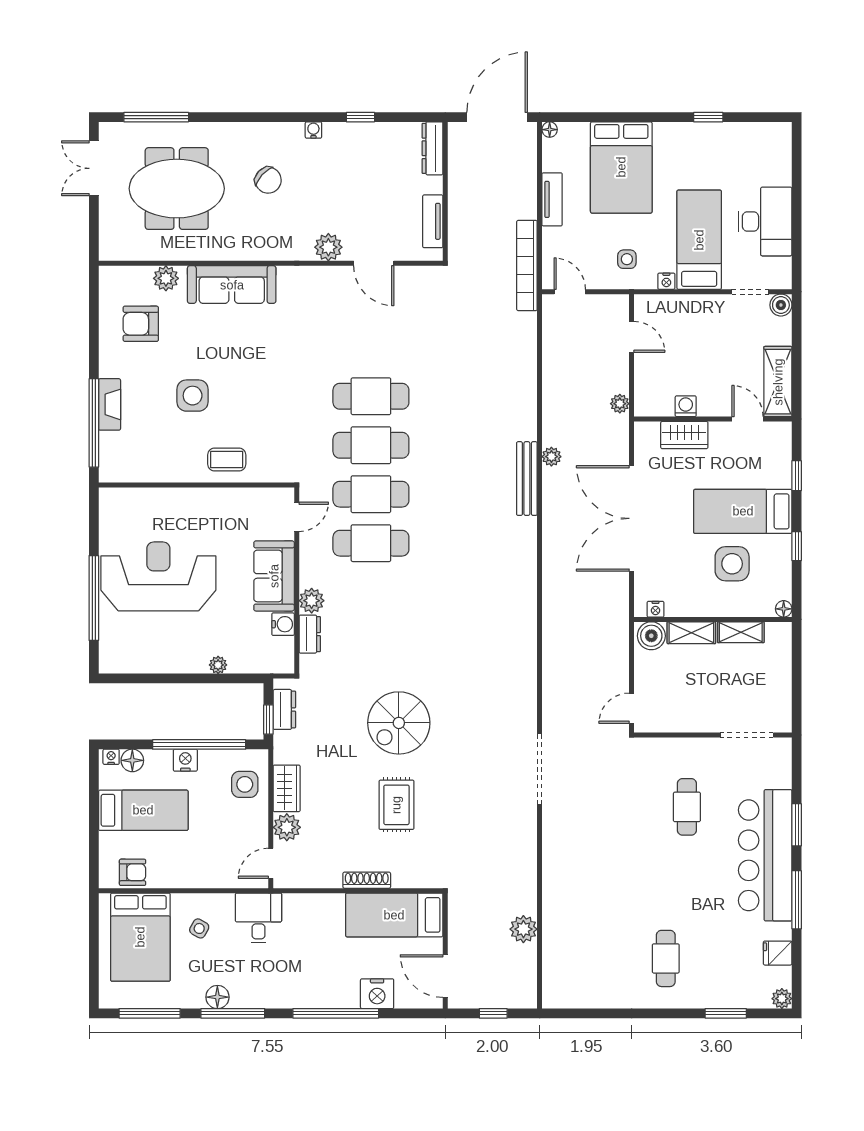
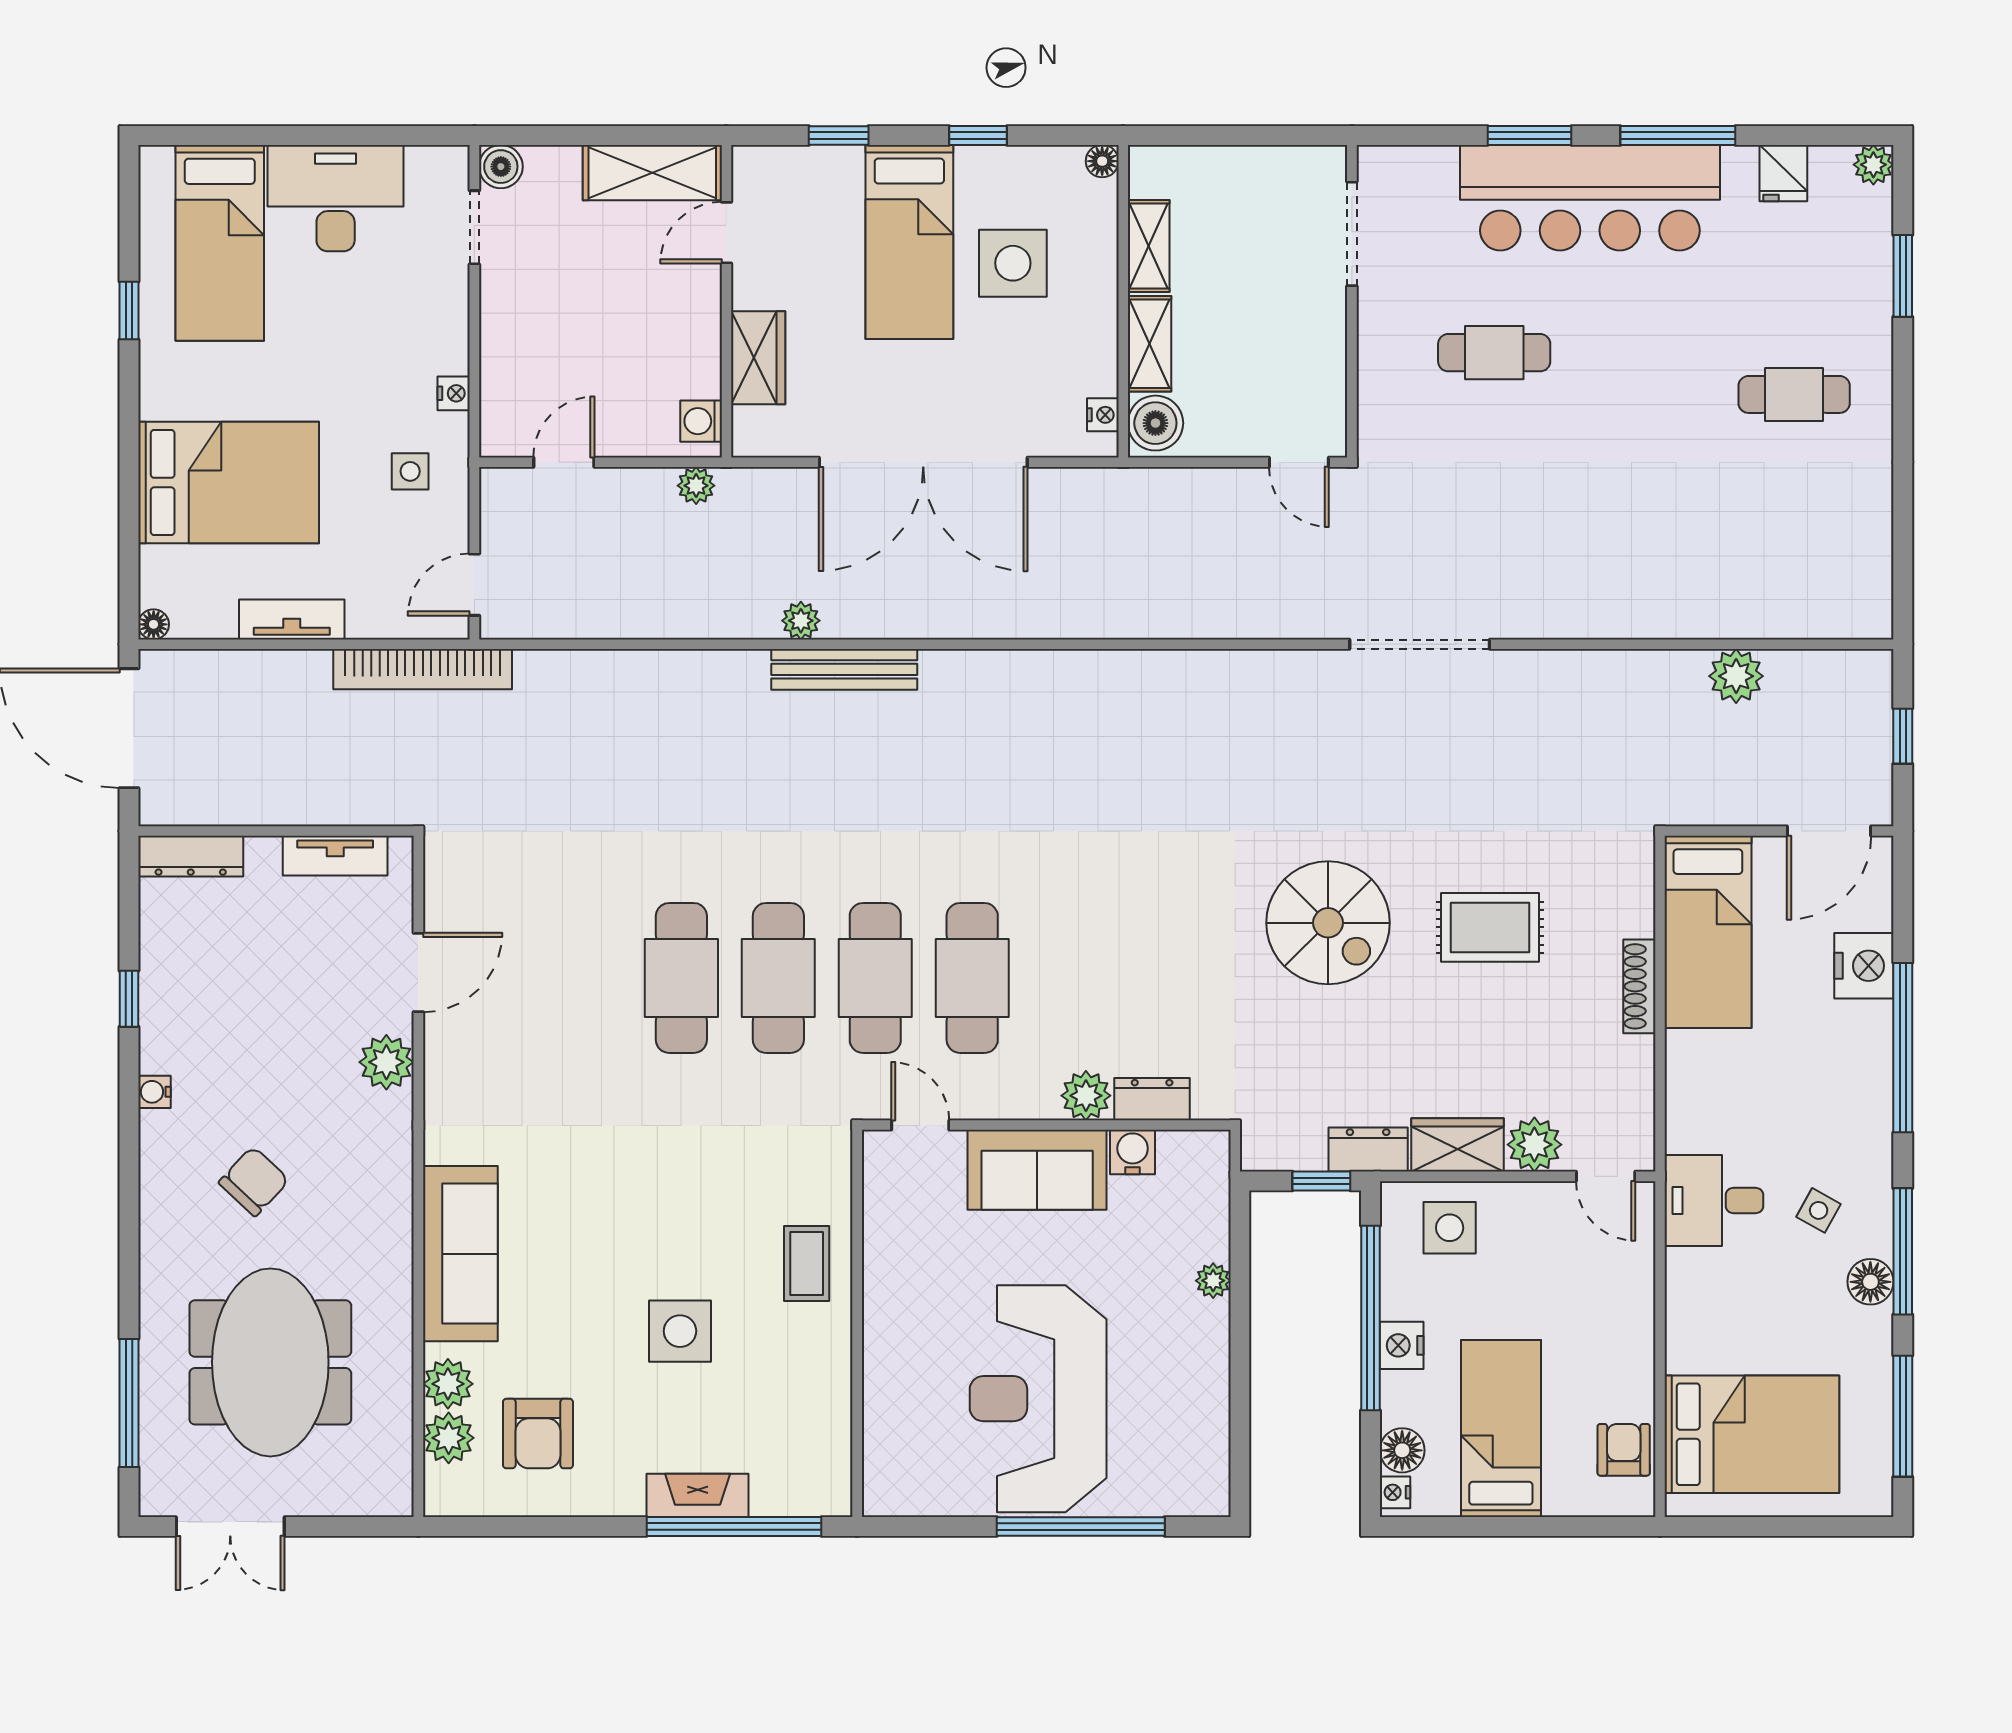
bed: (699, 240) -> (220, 243), moved, turned -90
plant: (139, 279) -> (449, 1438), added
washing machine: (686, 406) -> (701, 421), moved
dresser: (284, 709) -> (1368, 1149), moved
side table: (199, 928) -> (1819, 1210), moved

